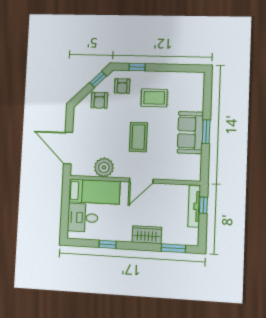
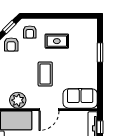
window: (137, 67) -> (41, 16), removed
window: (206, 132) -> (100, 52), moved
sofa: (190, 133) -> (80, 98), moved, turned 90

